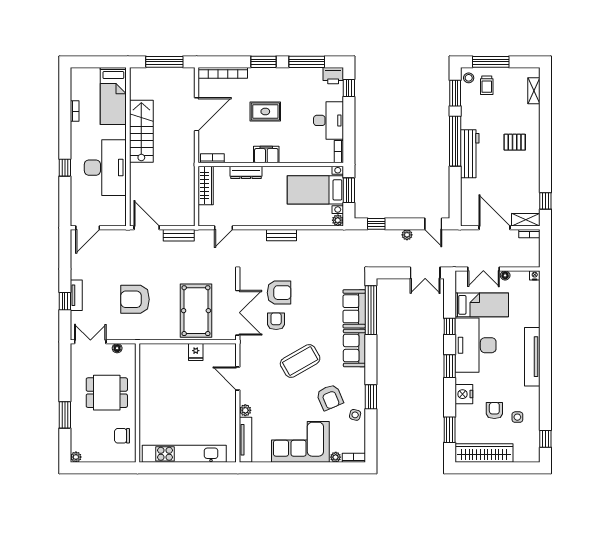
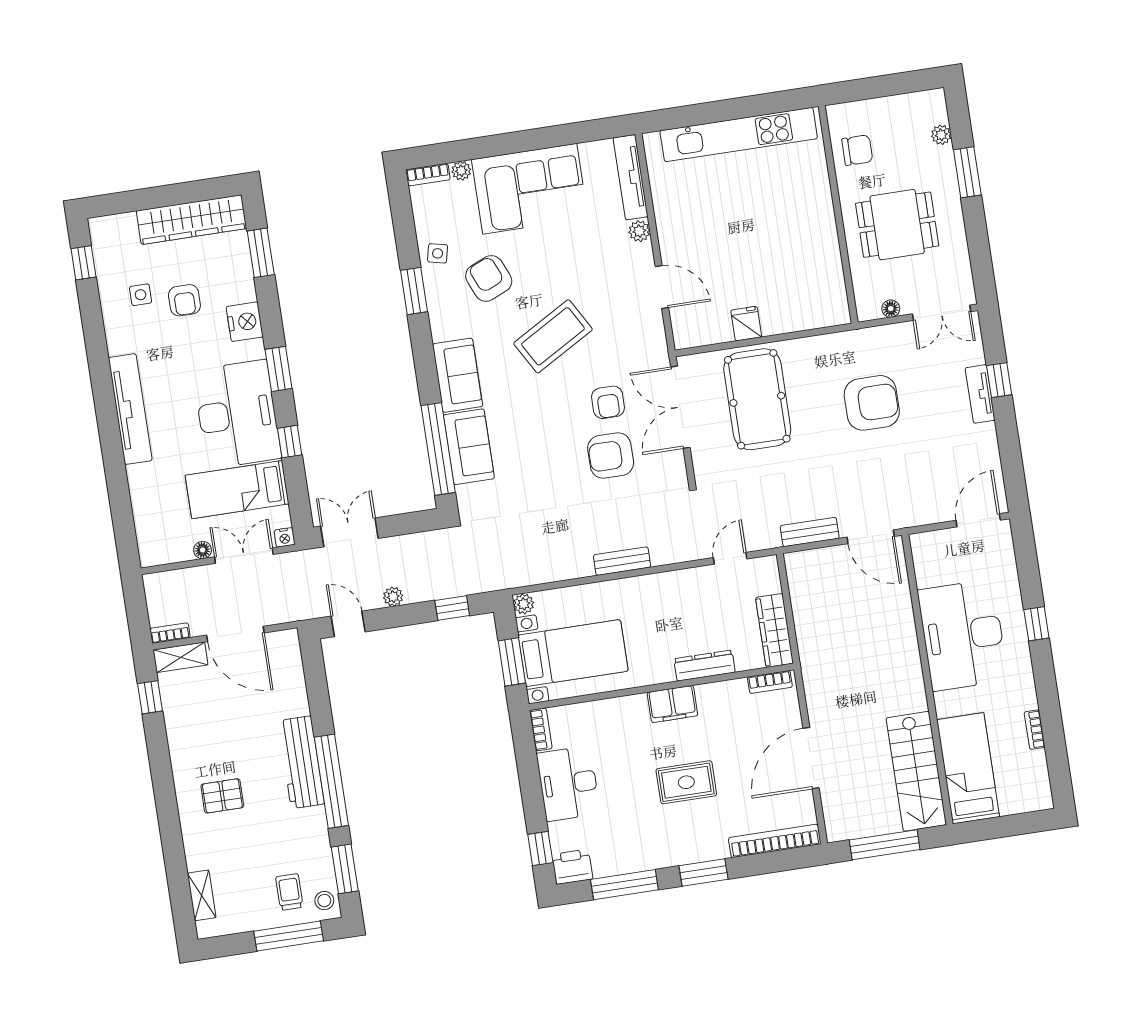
stairs: (141, 131) -> (916, 771), moved
nightstand: (535, 275) -> (285, 537), moved
plant: (76, 457) -> (941, 135), moved

